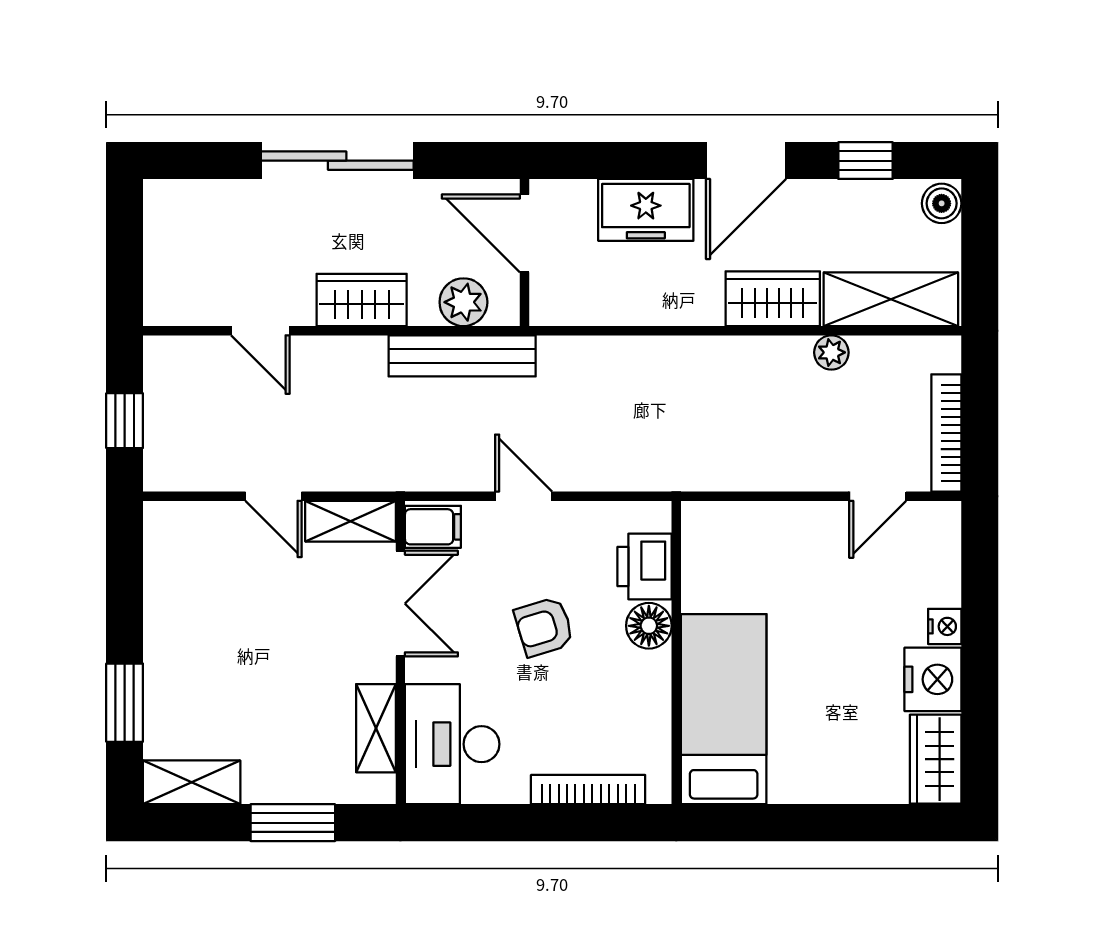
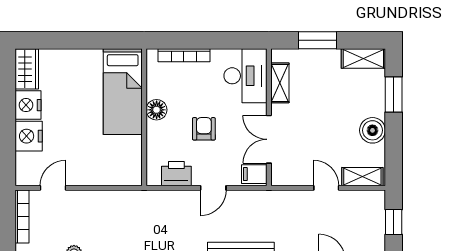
door: (524, 496) -> (213, 188), hinge flipped
shelving: (350, 521) -> (362, 177), moved
printer: (645, 567) -> (176, 174), moved, turned -90
boiler: (171, 624) -> (372, 130), added
floor lamp: (649, 626) -> (157, 110), moved
nightstand: (945, 626) -> (29, 136), width x1.89, depth x1.79
armchair: (544, 627) -> (204, 129), turned -73

